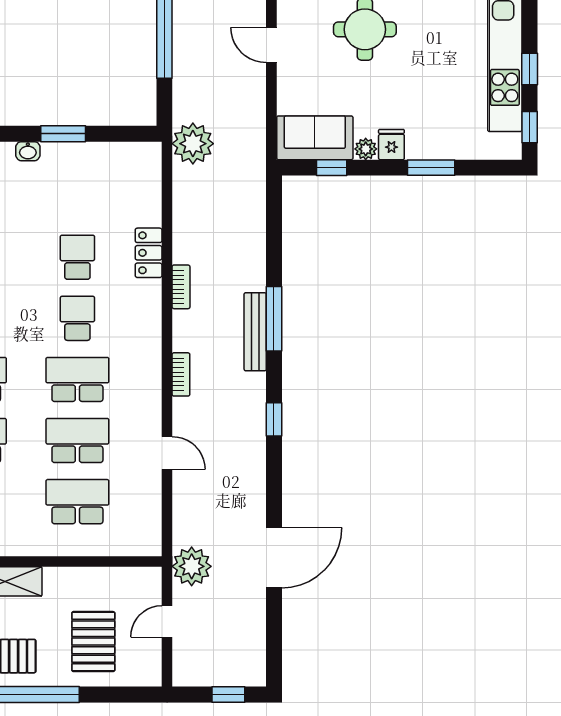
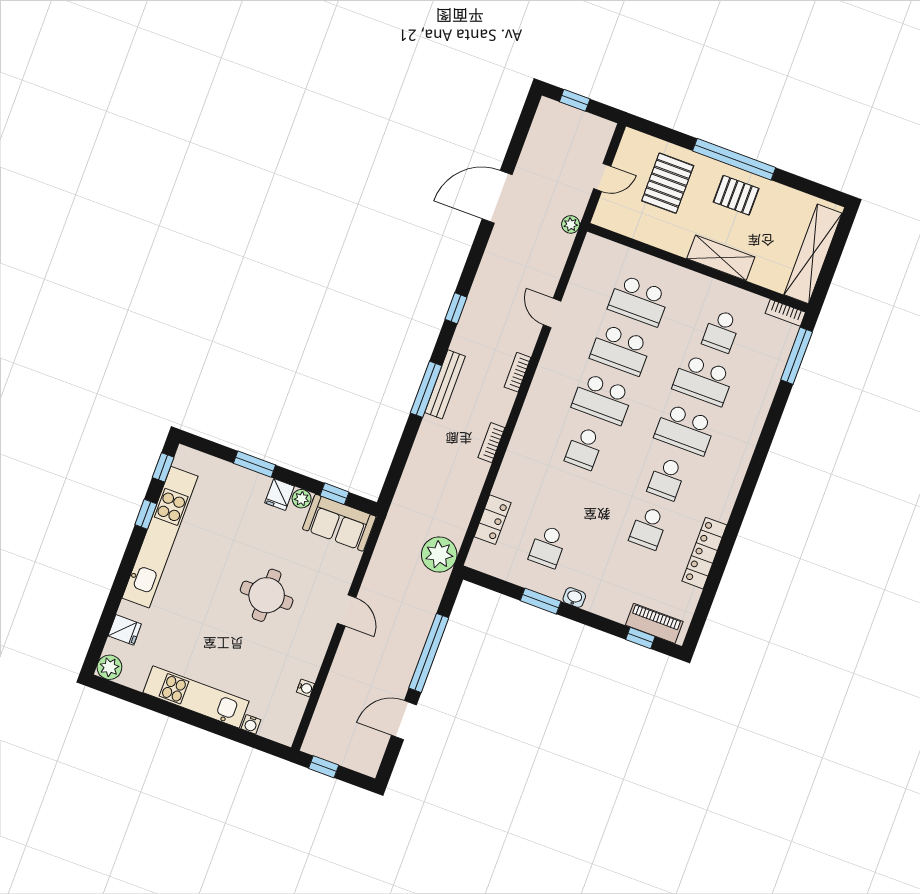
locker: (149, 253) -> (493, 520), moved
school desk: (77, 257) -> (548, 547), moved
plant: (192, 566) -> (571, 224), width x0.53, depth x0.53

